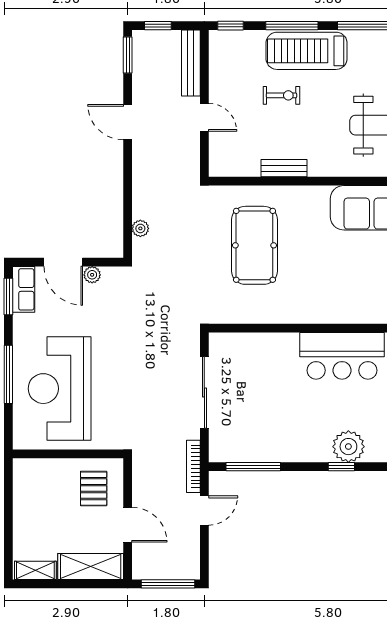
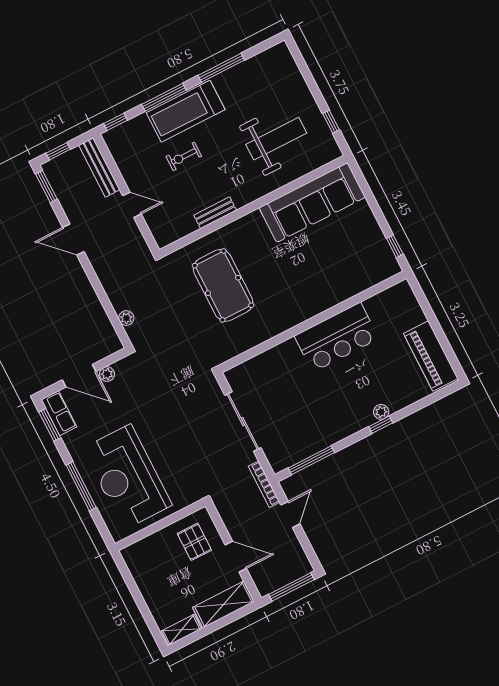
exercise bike: (281, 95) -> (184, 156), turned 180
plant: (348, 447) -> (381, 412), width x0.53, depth x0.53

